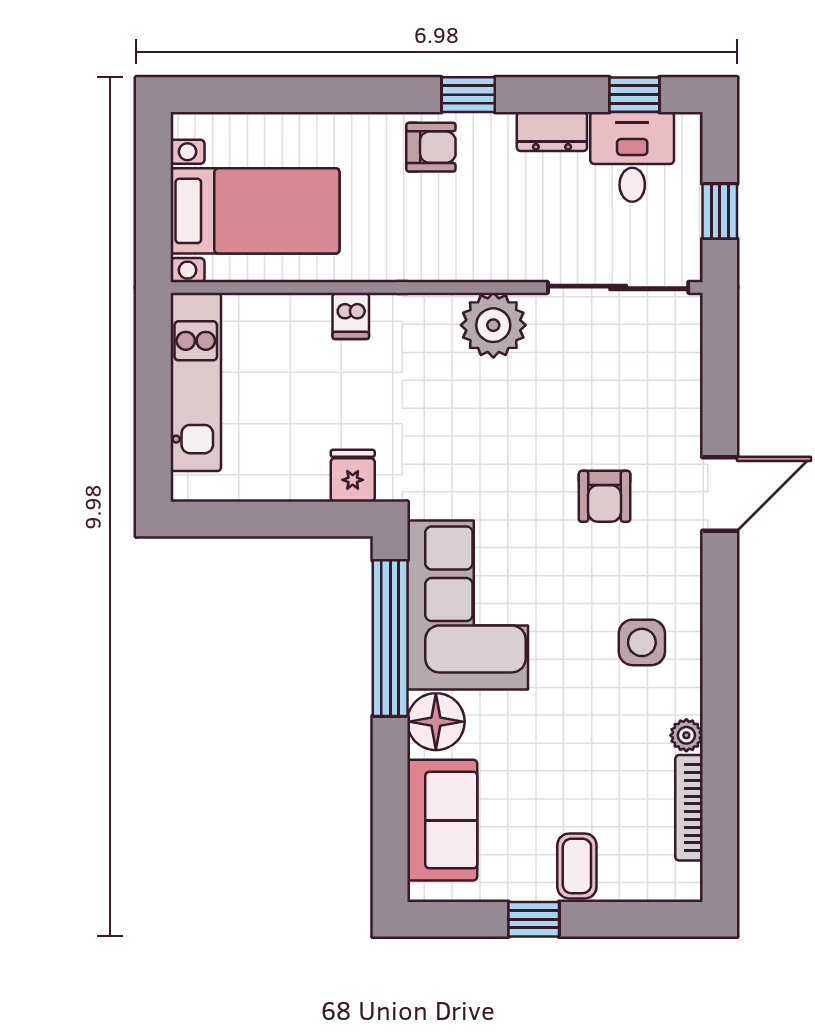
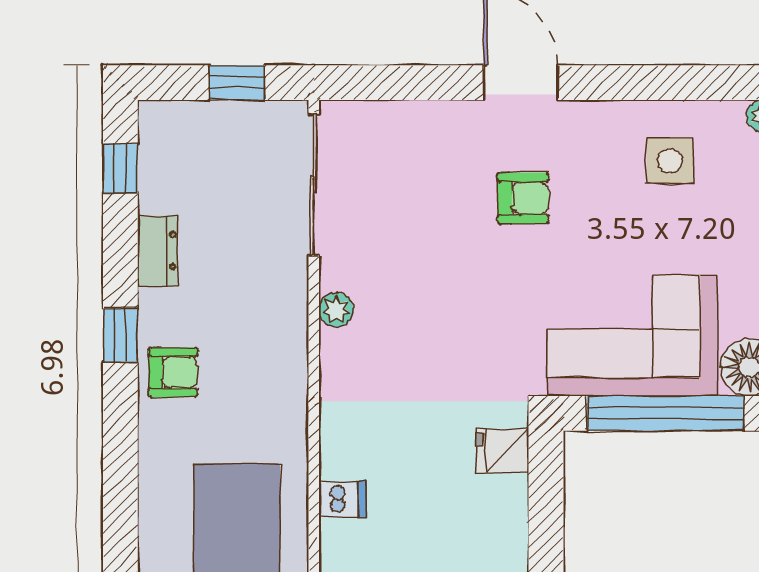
armchair: (431, 147) -> (173, 372), turned 90
desk: (632, 157) -> (183, 170), removed
dishwasher: (351, 316) -> (342, 499), moved
plant: (493, 325) -> (336, 310), width x0.53, depth x0.53

